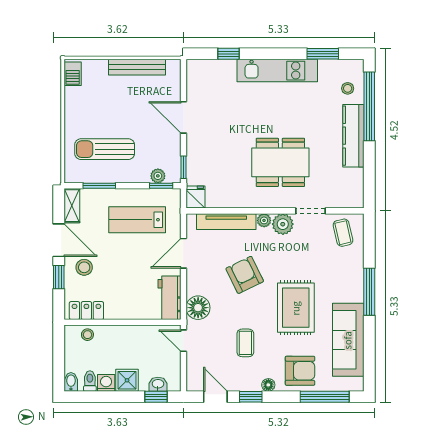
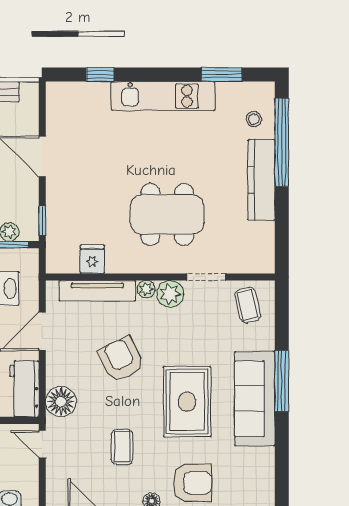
fridge: (196, 197) -> (92, 259), moved
sofa: (348, 340) -> (255, 399), moved

